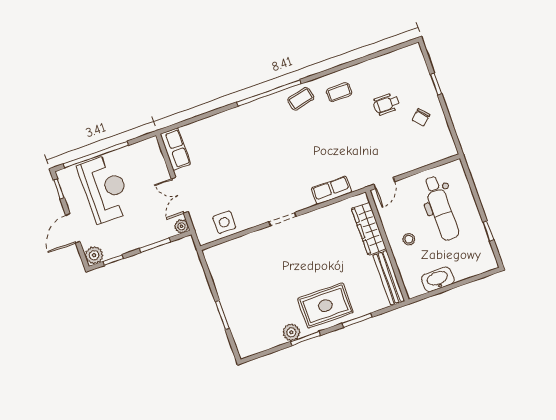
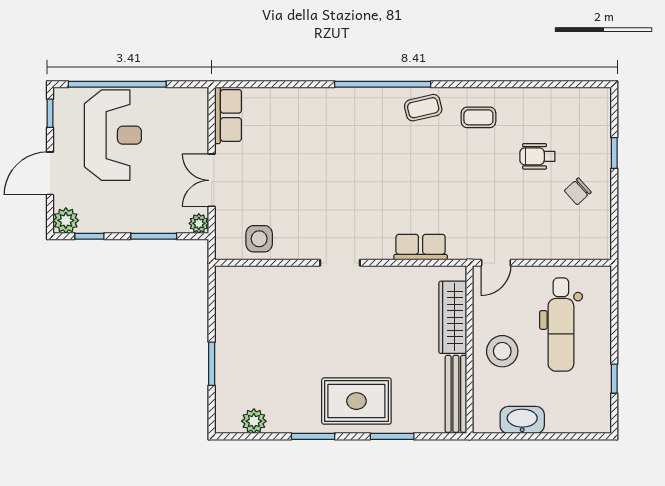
stool: (409, 239) -> (502, 351), width x1.89, depth x1.89
plant: (291, 332) -> (254, 421), moved

